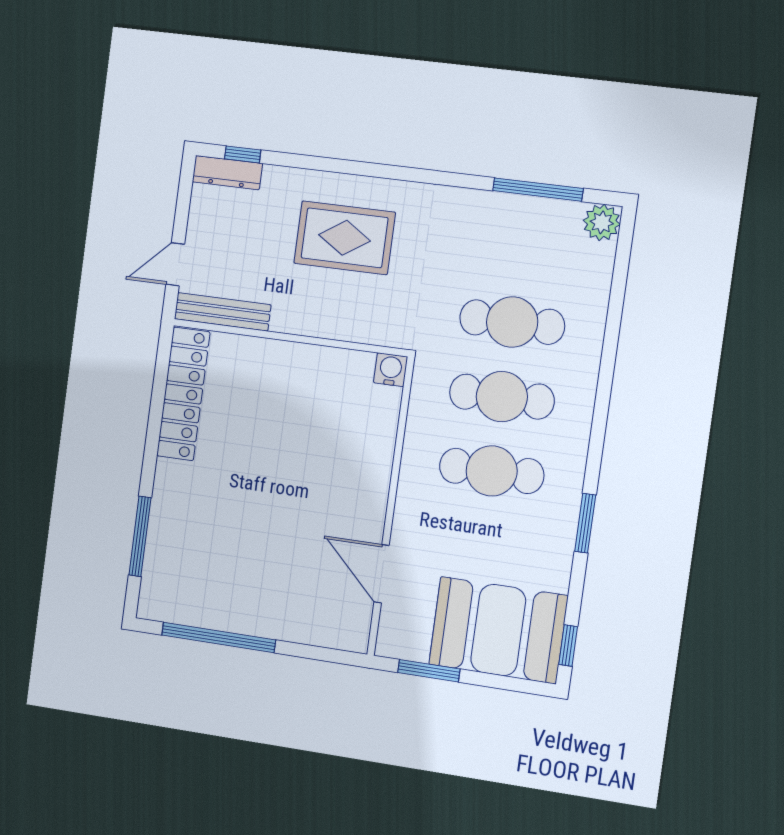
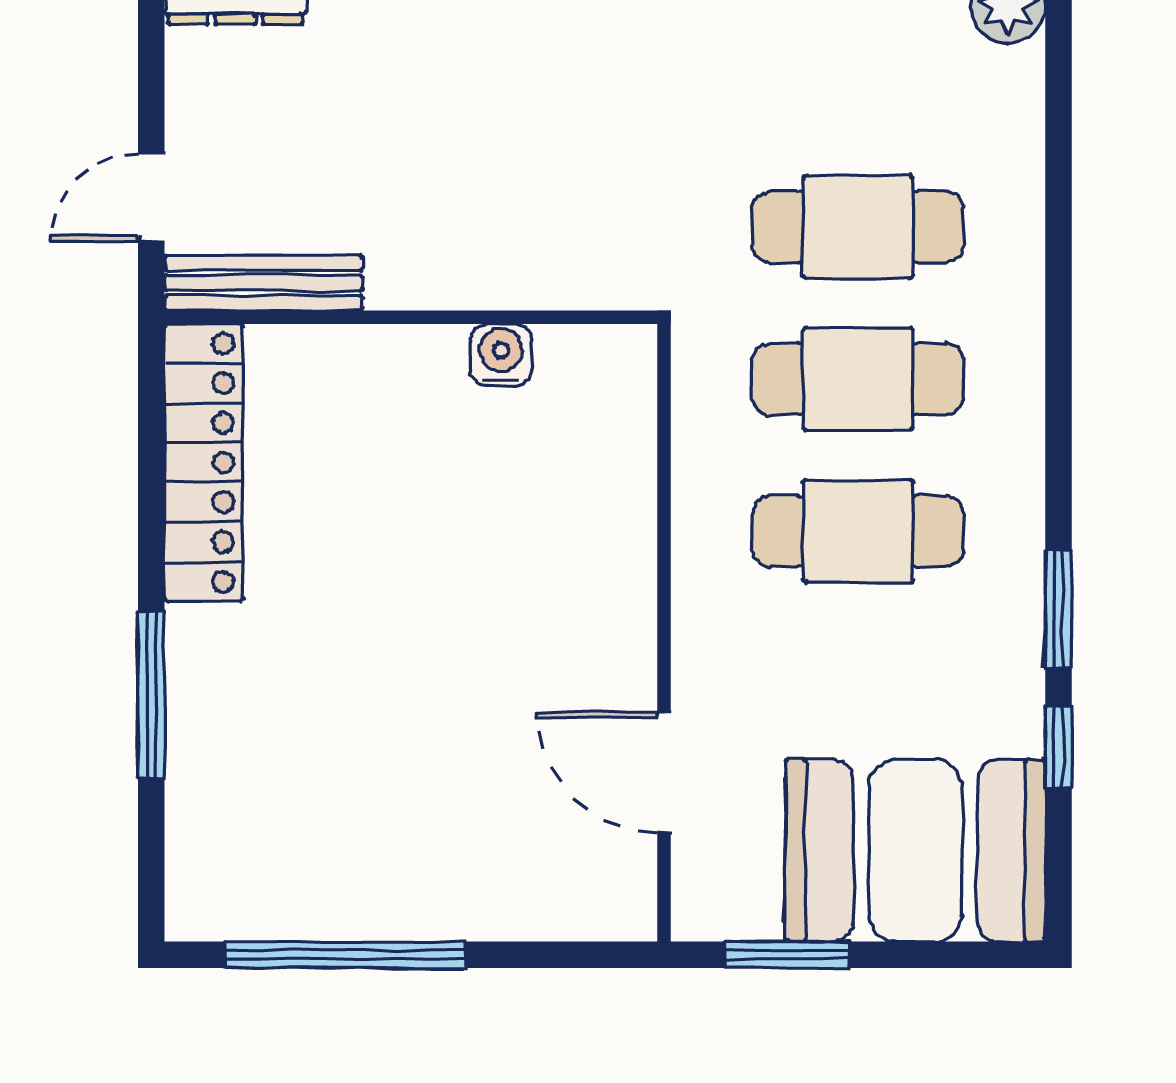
rug: (345, 238) -> (496, 100), removed
water cooler: (391, 370) -> (501, 355), moved
window: (140, 536) -> (151, 695), moved
window: (568, 645) -> (1058, 747), moved

